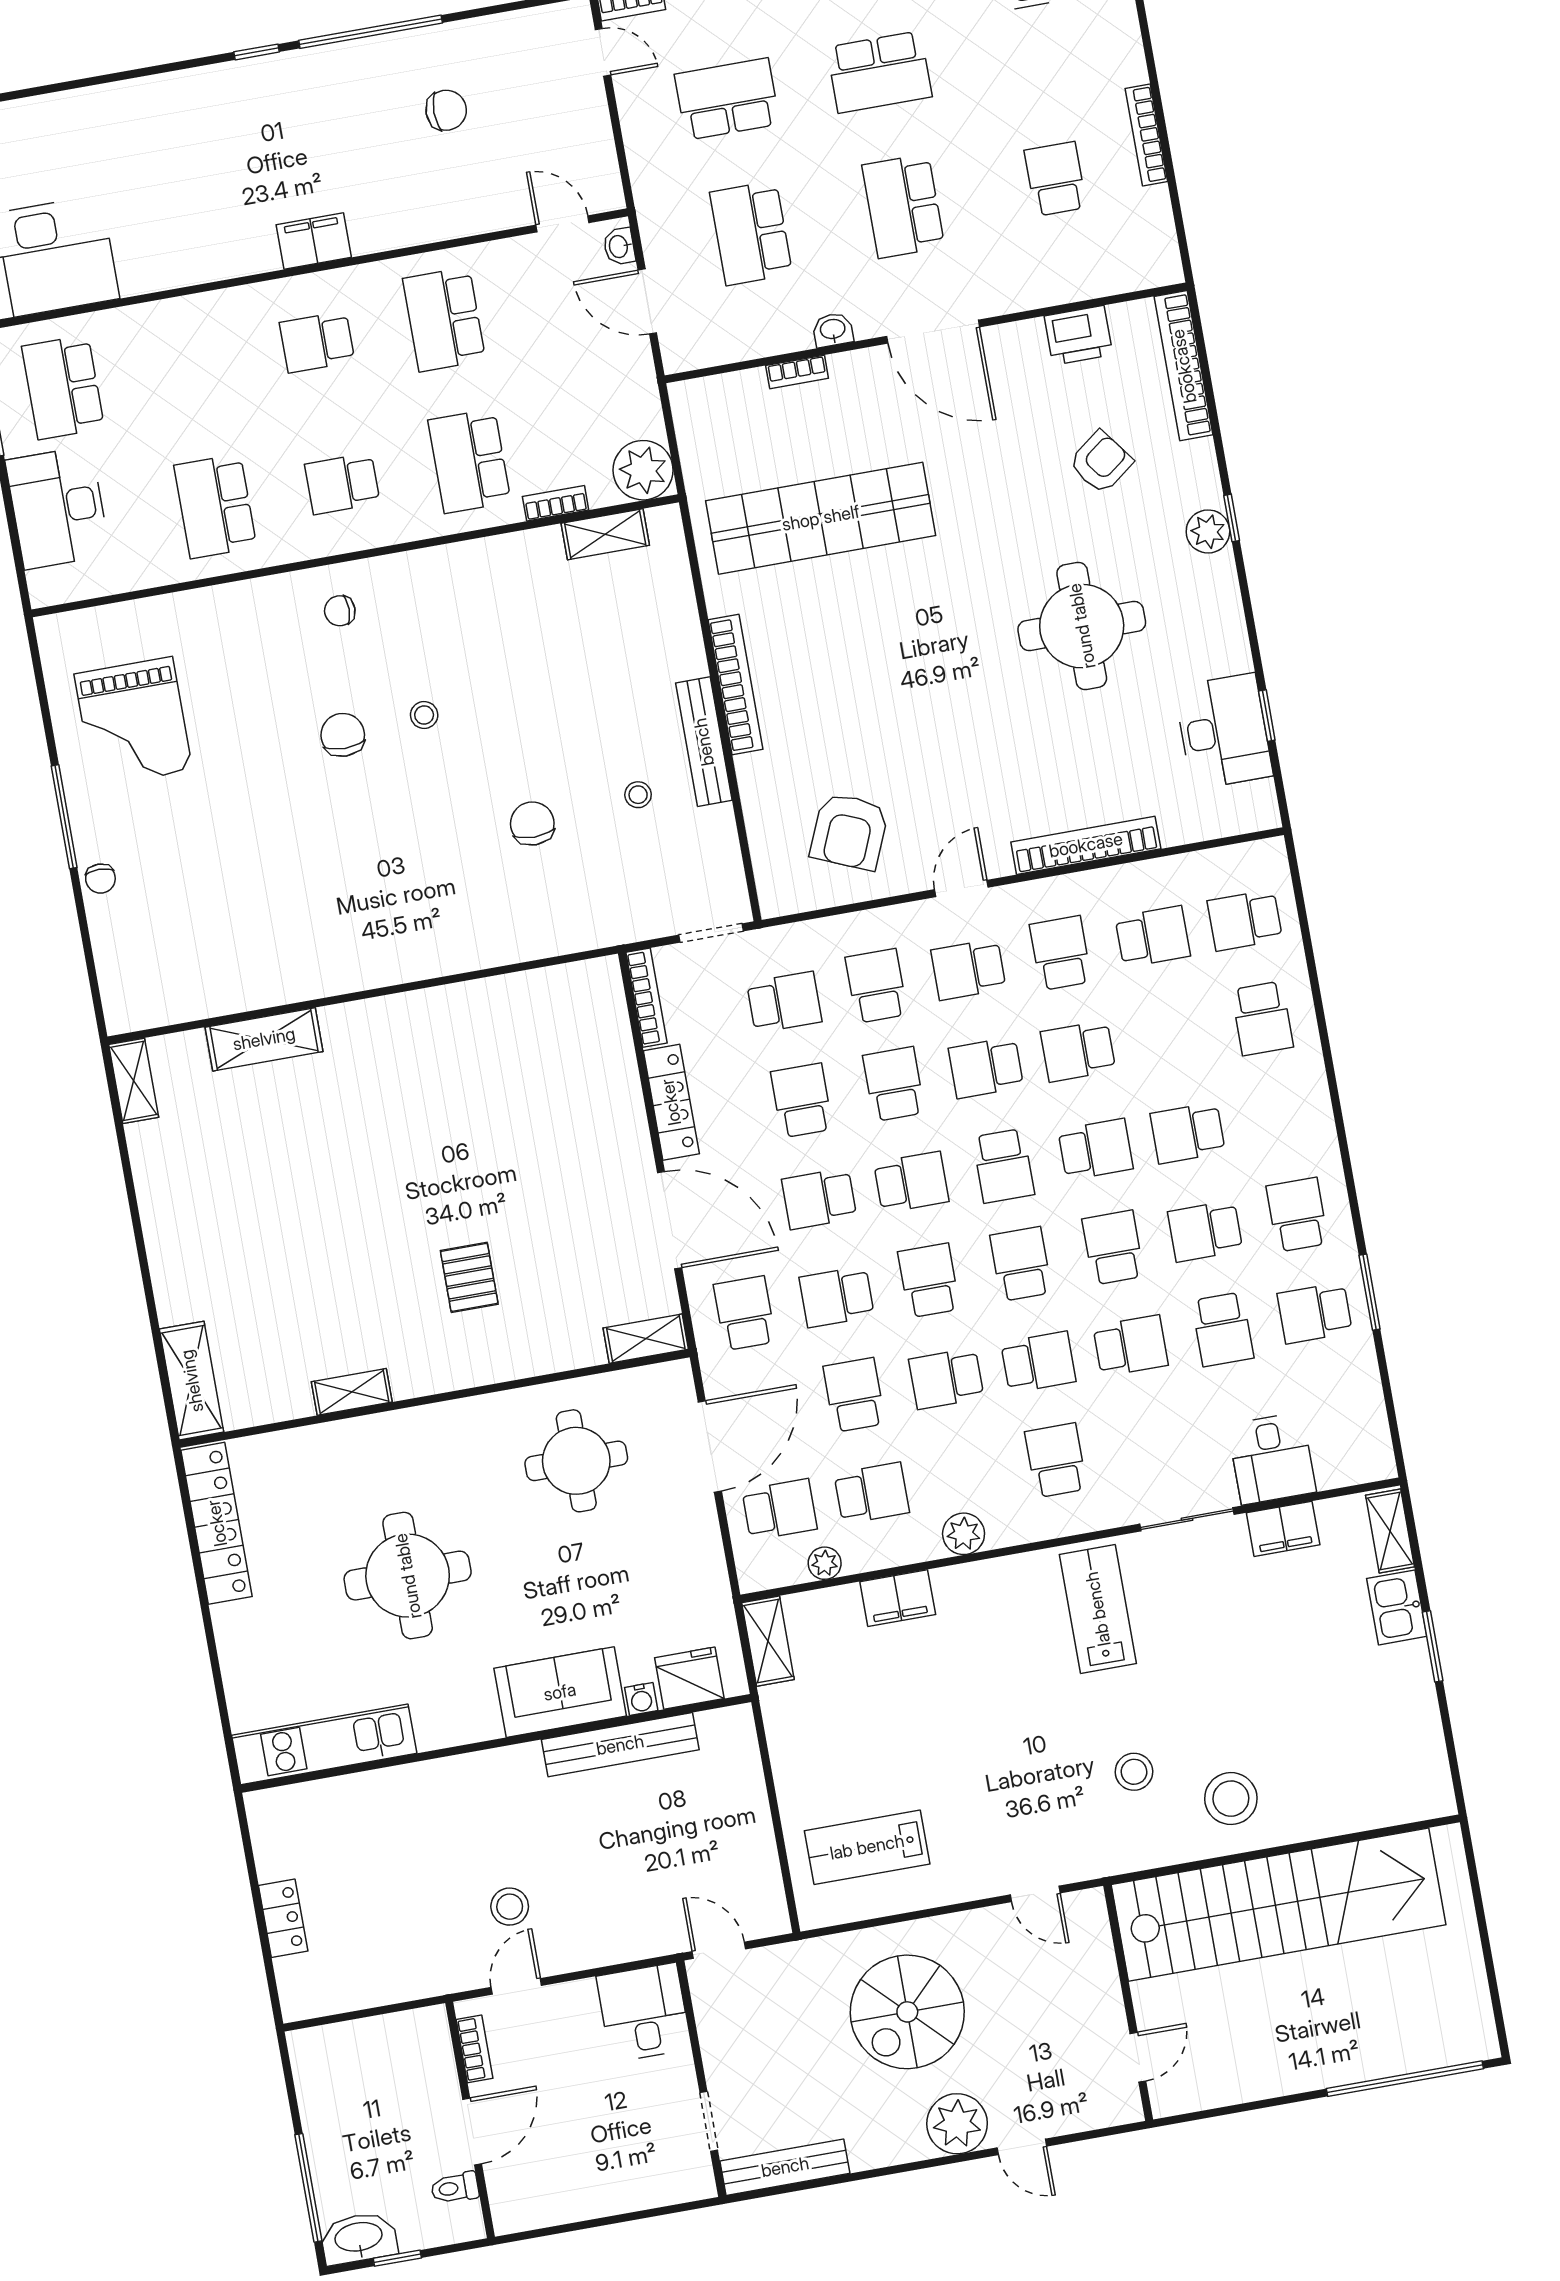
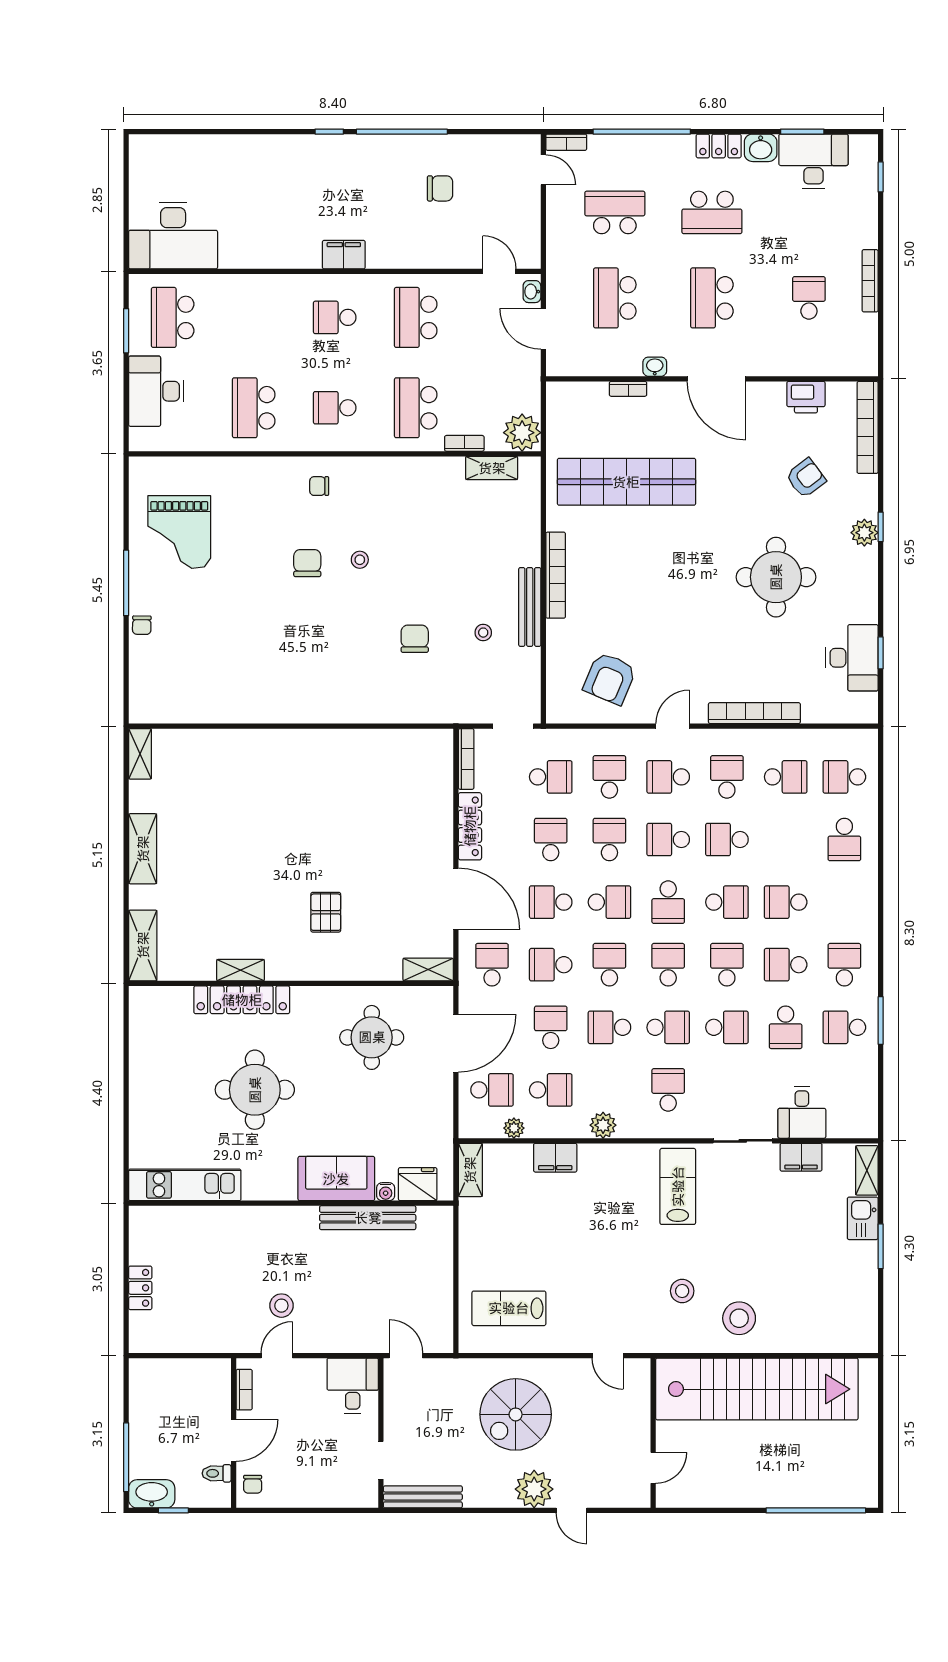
shelving: (264, 1039) -> (143, 849), moved, turned 90
locker: (217, 1523) -> (242, 1000), moved, turned 90
chair: (514, 2195) -> (253, 1484), added

